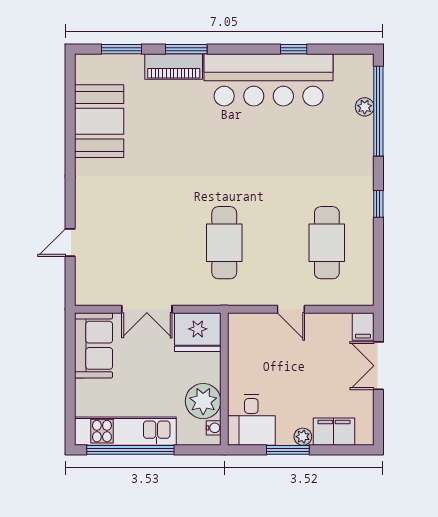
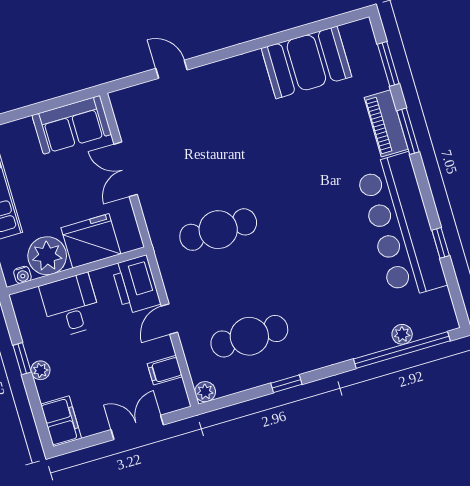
window: (378, 204) -> (286, 384), moved
plant: (364, 296) -> (205, 392), added
filing cabinet: (363, 326) -> (165, 370), moved
printer: (252, 330) -> (136, 284), added
fridge: (198, 332) -> (91, 241), moved, turned 90
desk: (251, 420) -> (71, 305), moved, turned 90
filing cabinet: (334, 432) -> (61, 421), moved
window: (288, 450) -> (22, 359), width x0.67

